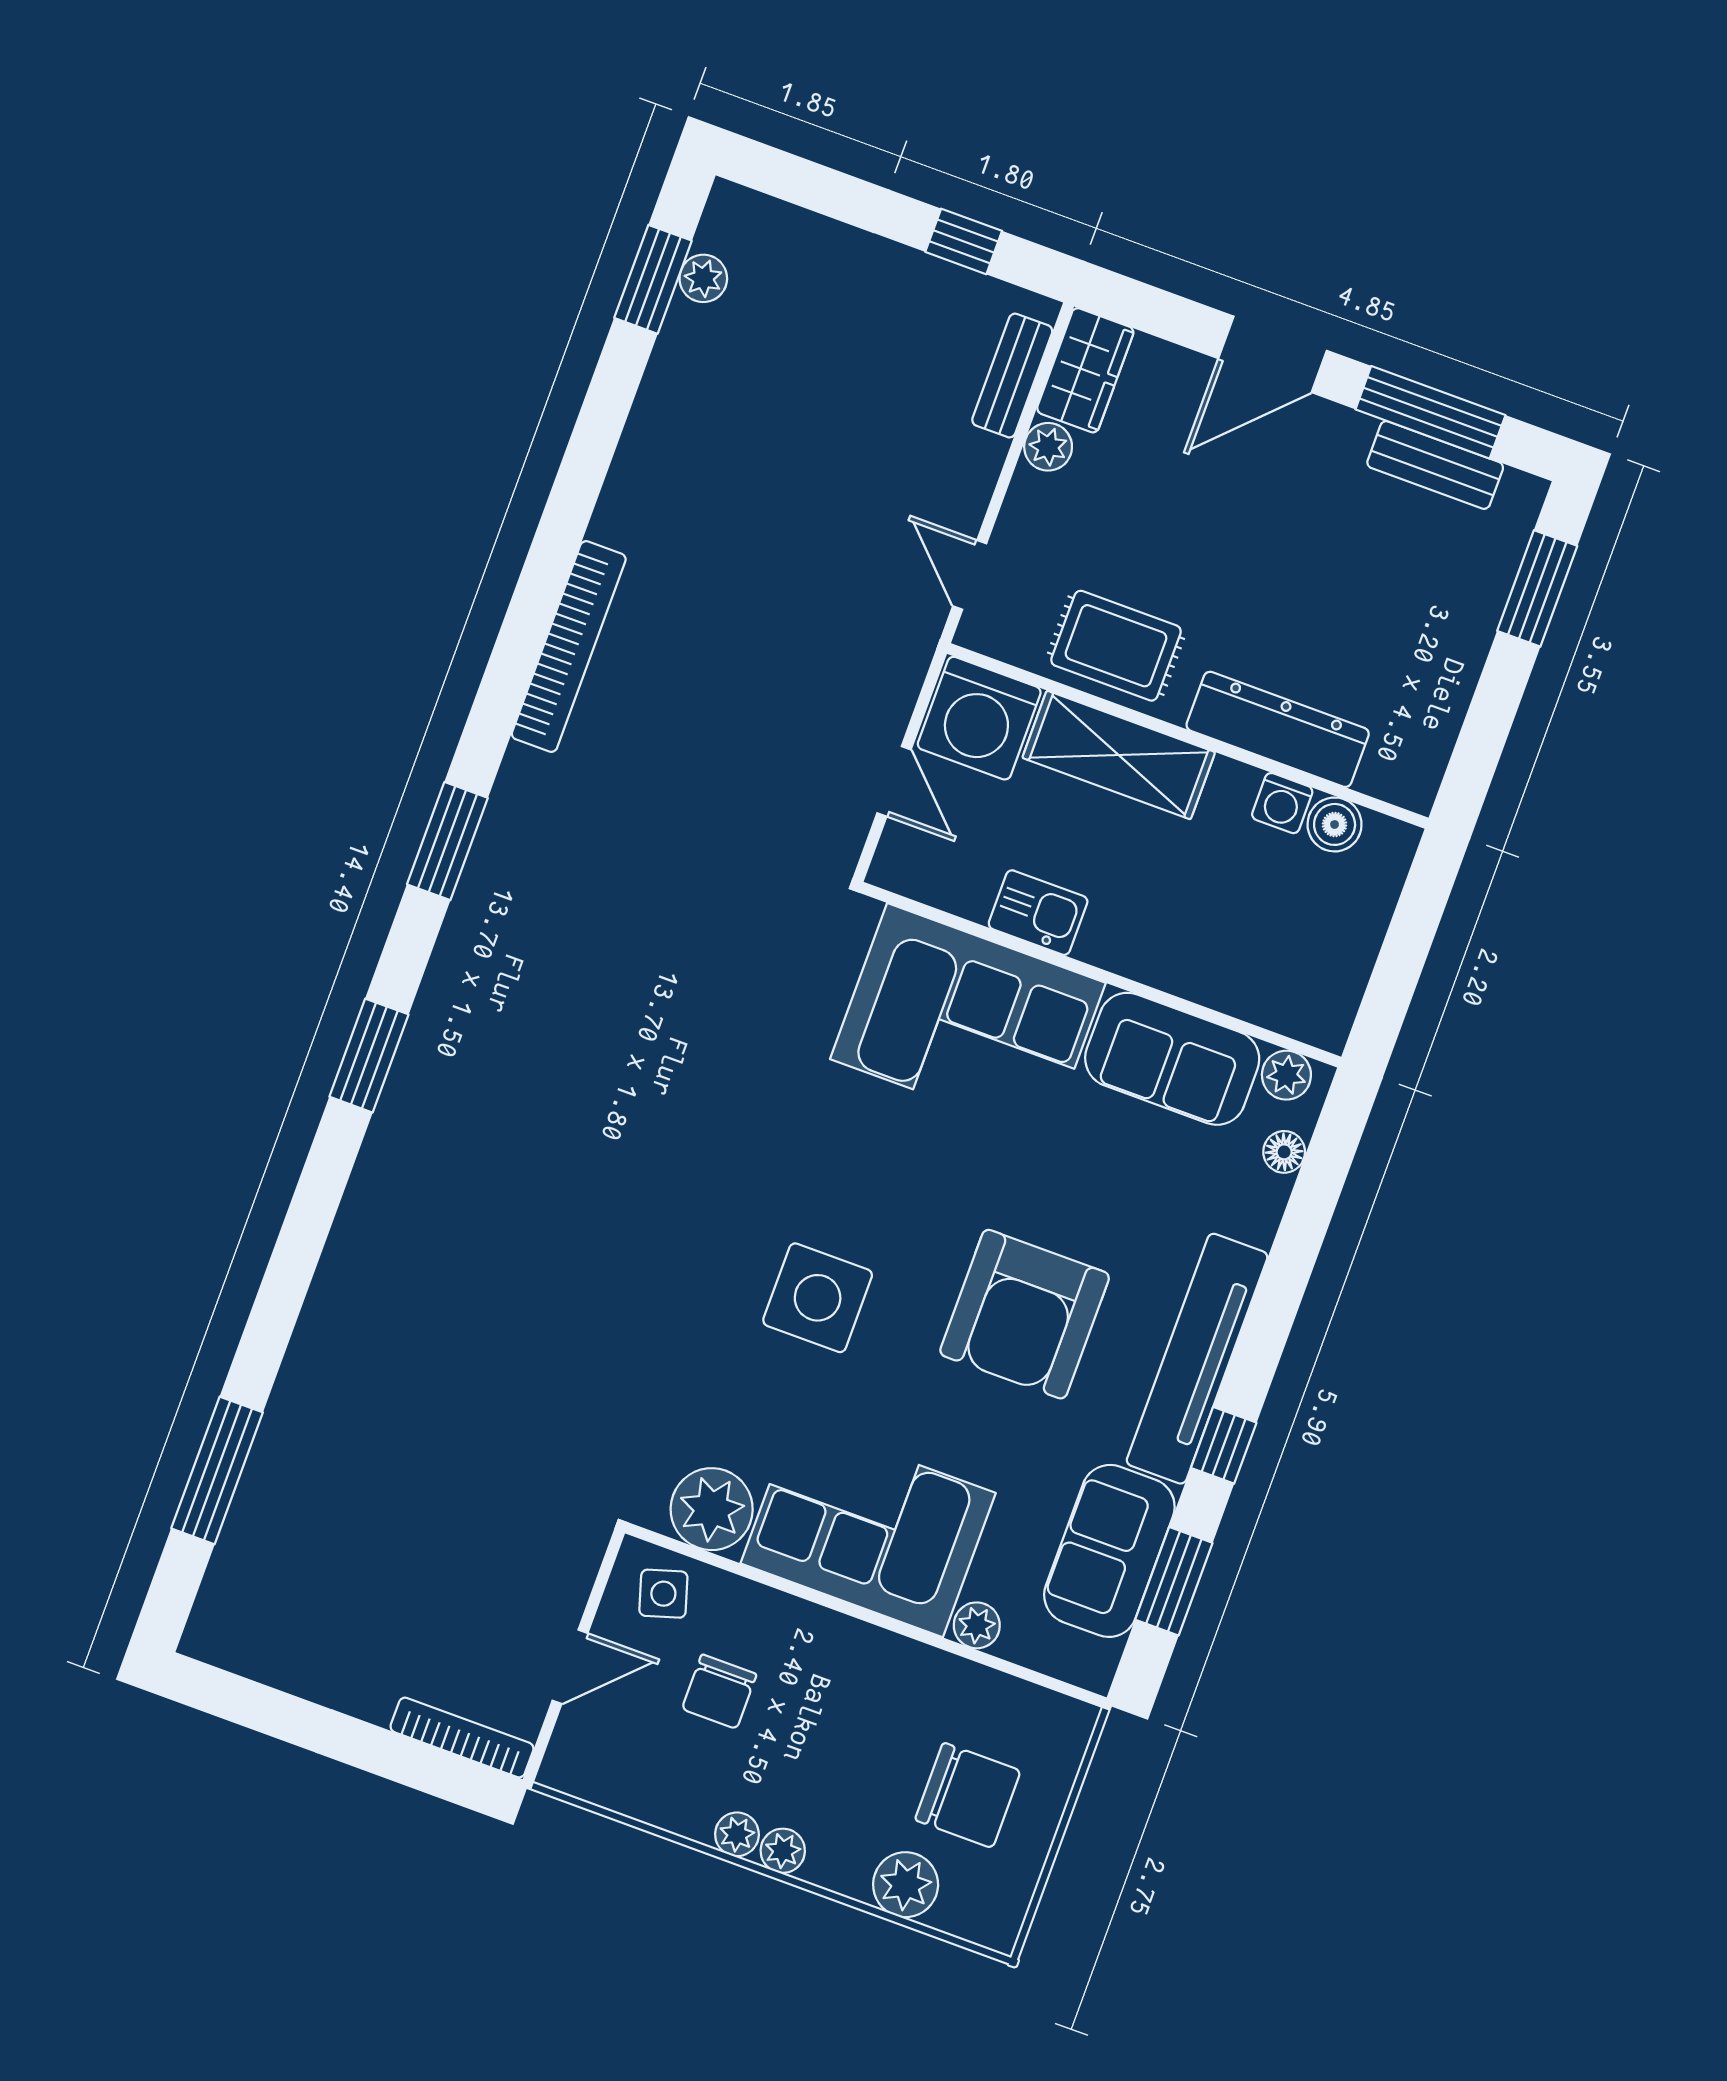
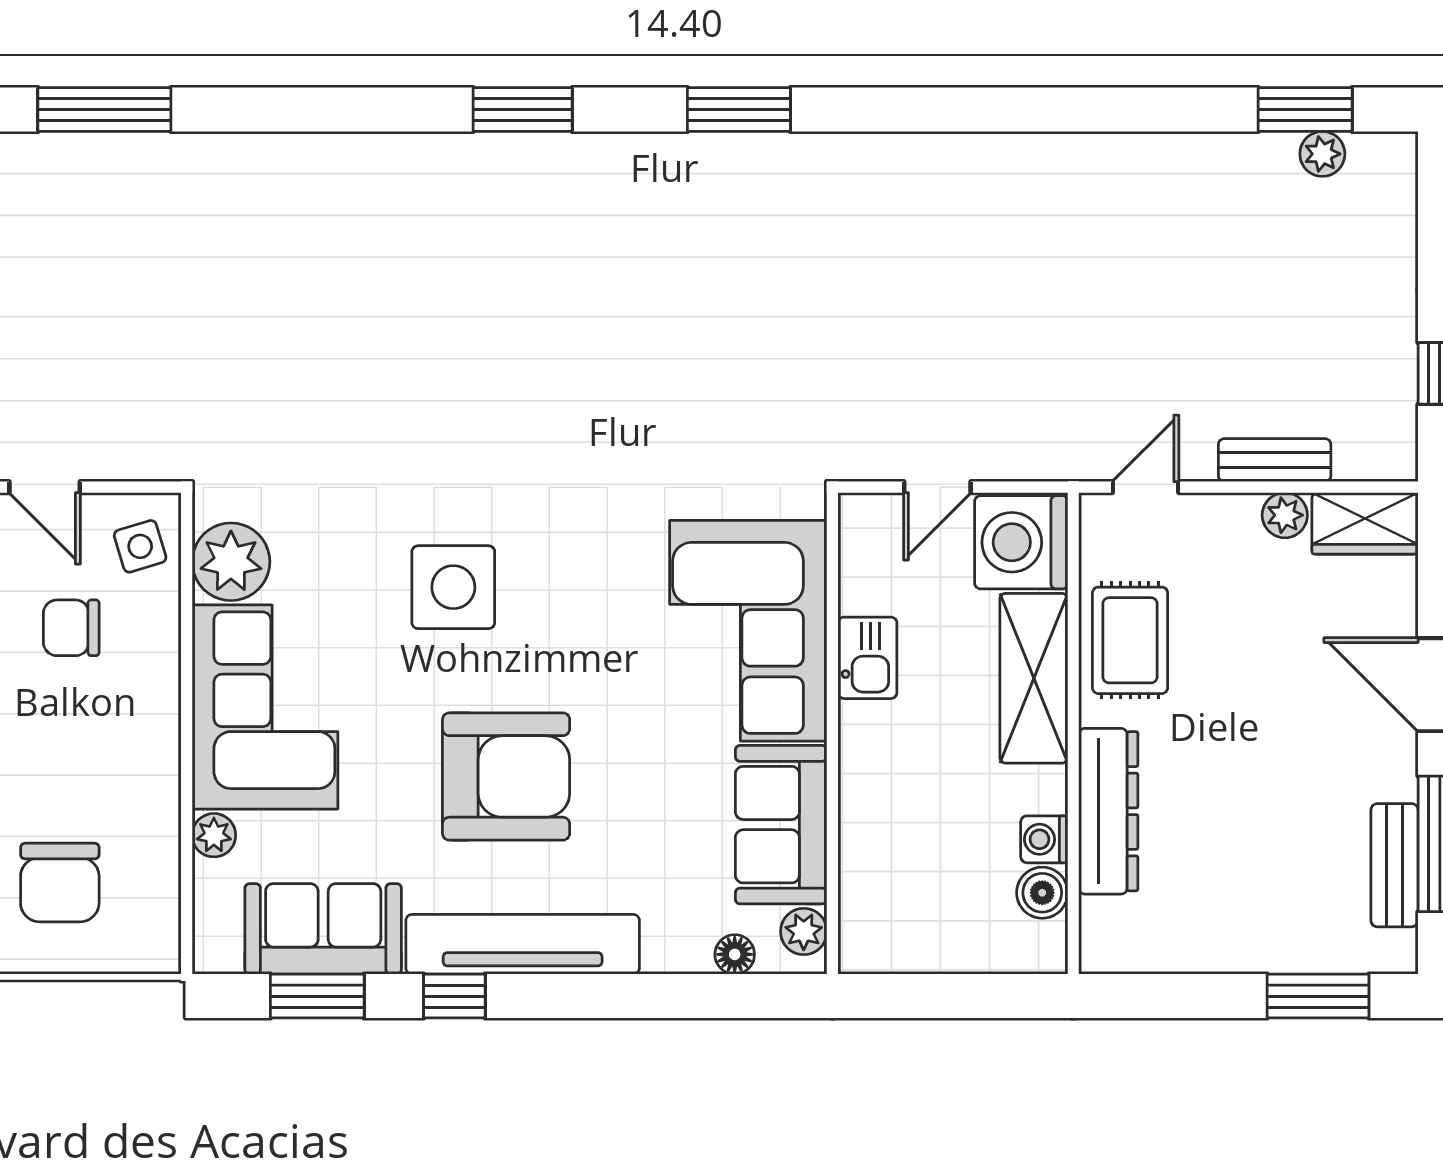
bench: (1012, 376) -> (1275, 460), moved
bookcase: (569, 646) -> (951, 154), removed
armchair: (1025, 1314) -> (506, 776), turned 180

